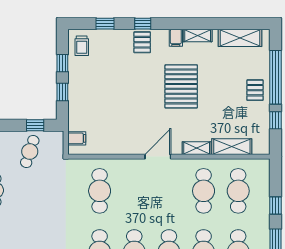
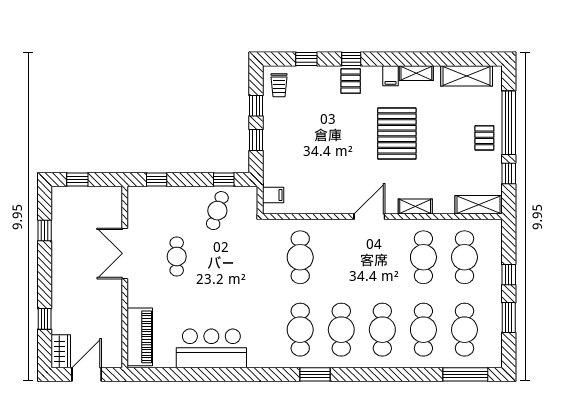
shelving: (232, 147) -> (479, 205), moved

